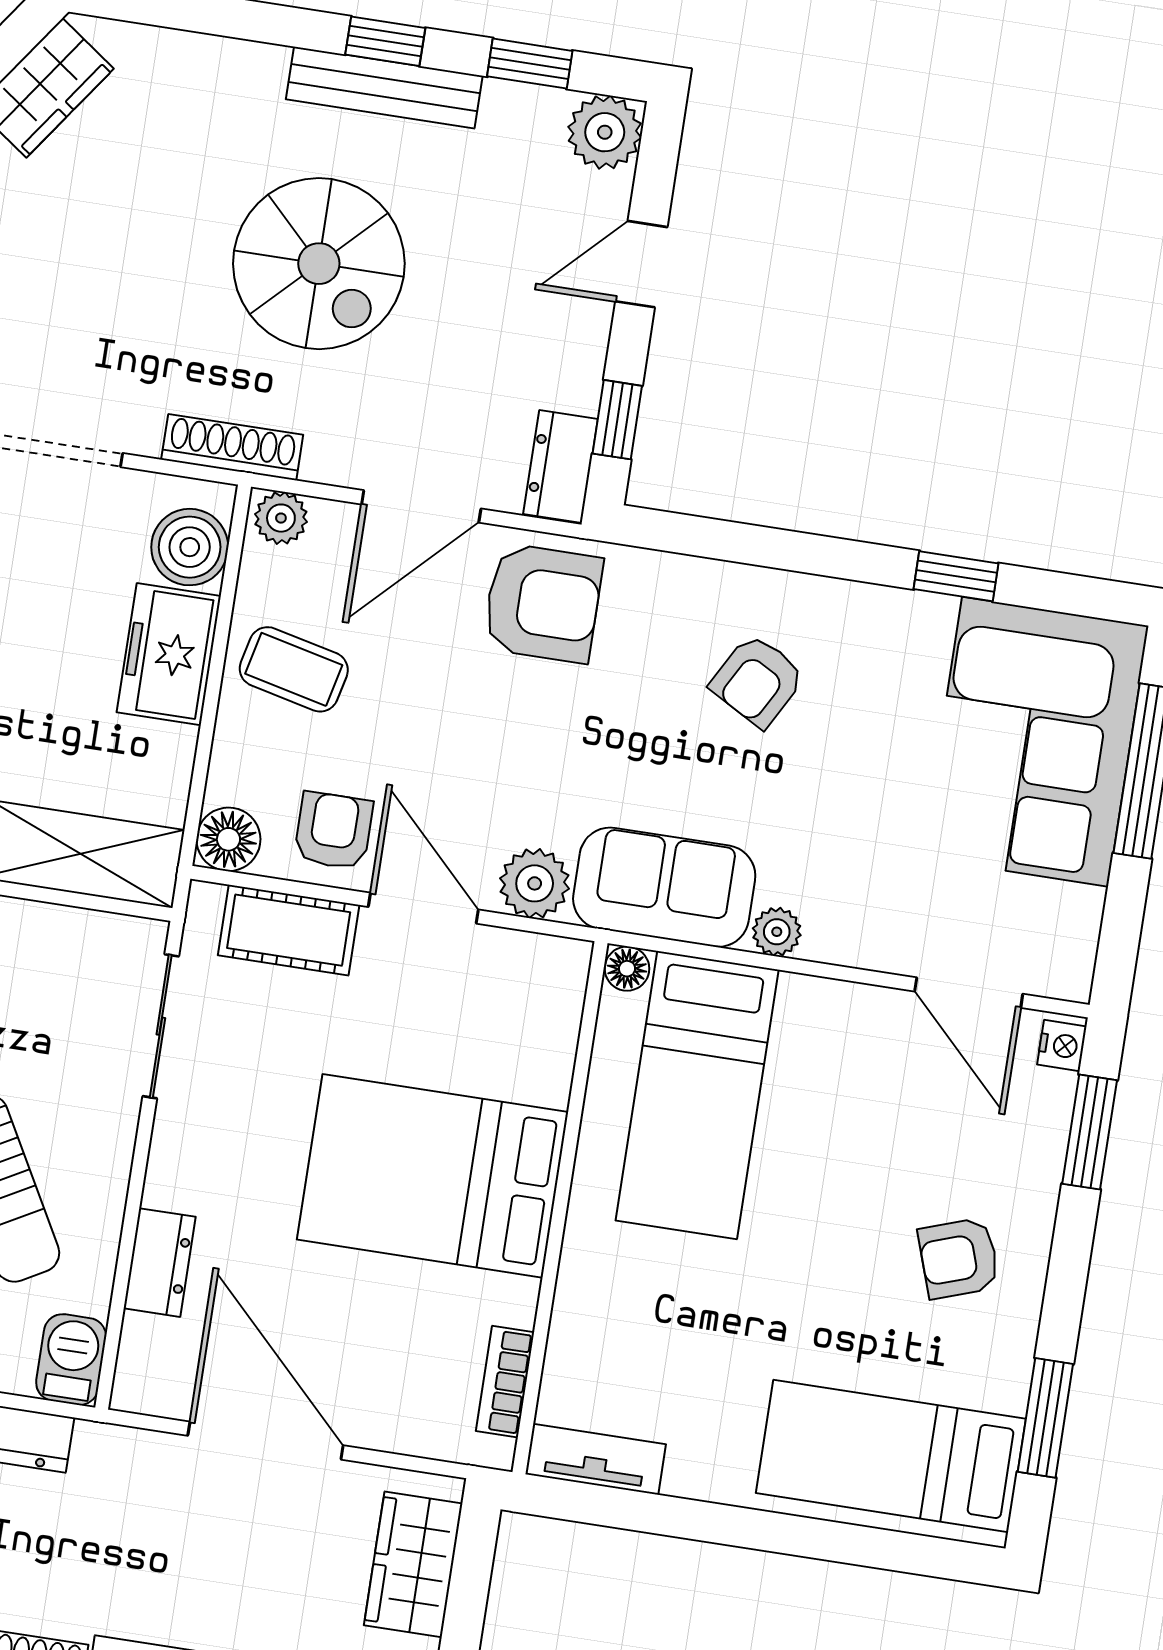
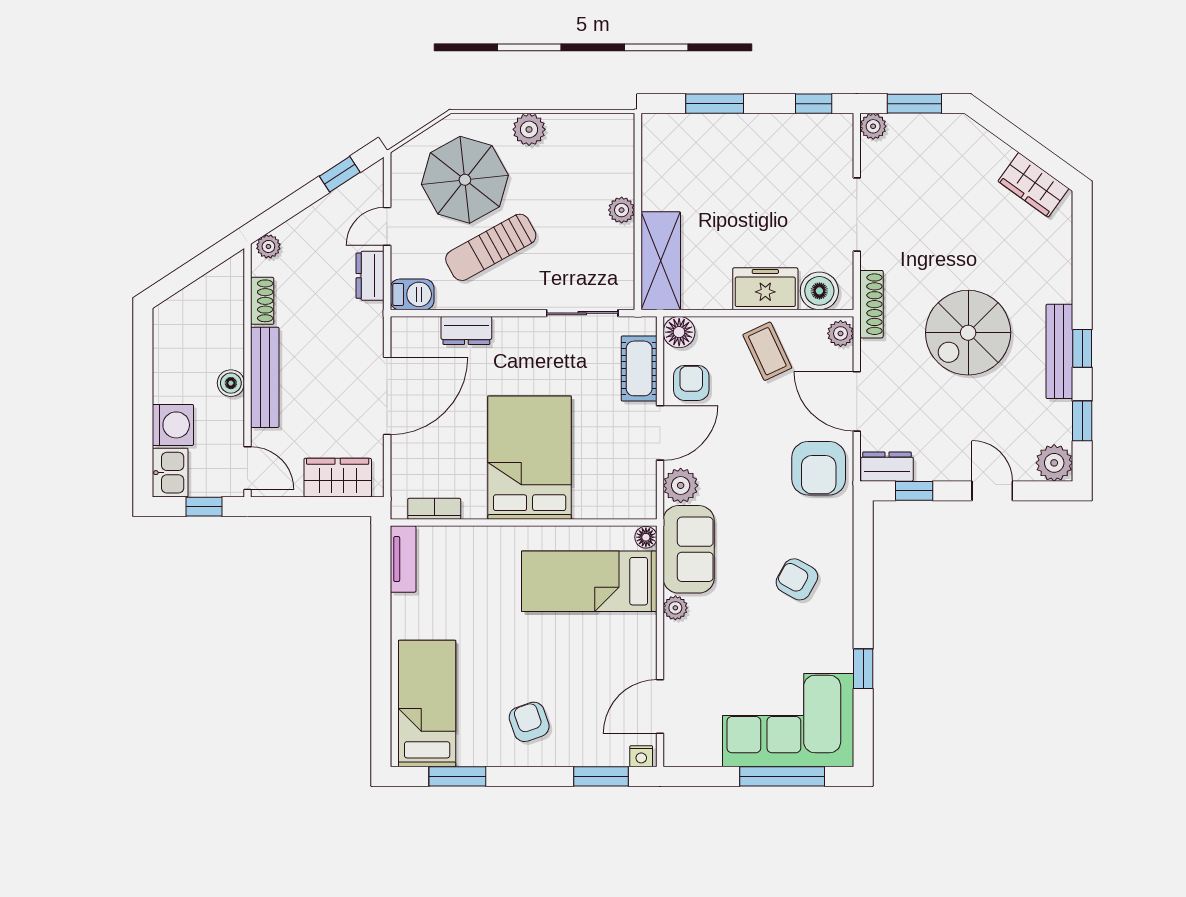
coffee table: (294, 669) -> (767, 351), turned -38
armchair: (334, 831) -> (691, 383), turned -90

